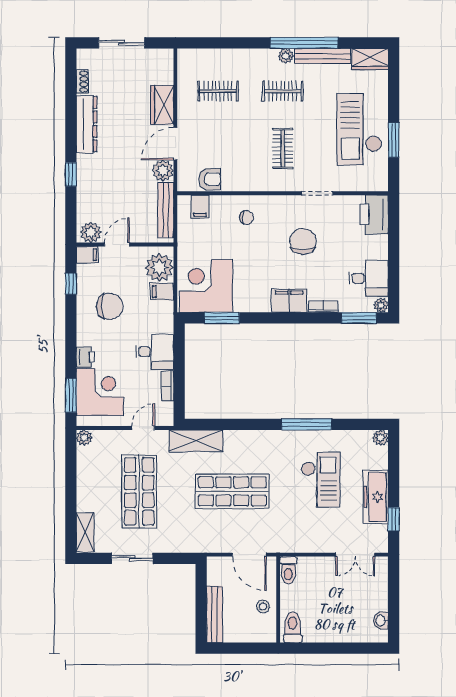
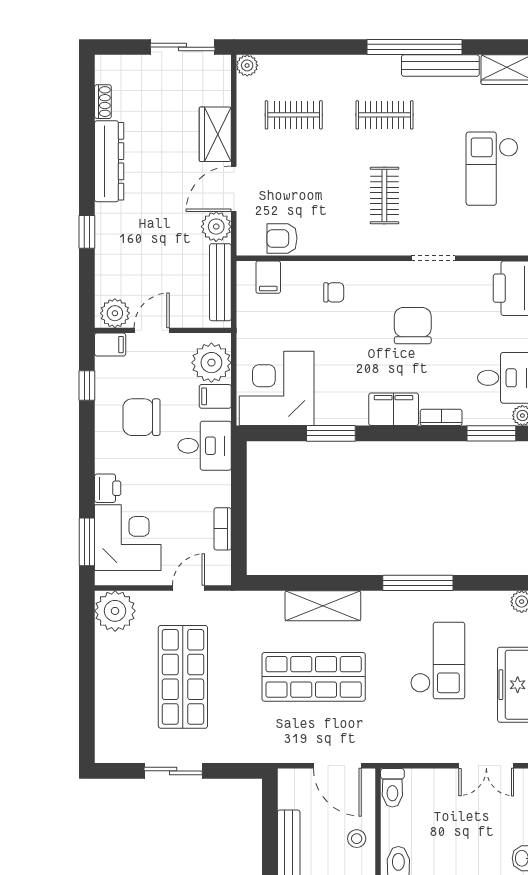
sliding door: (122, 43) -> (183, 47), moved
plant: (286, 56) -> (247, 65), moved
checkout: (359, 129) -> (492, 169), width x0.73, depth x0.83
armchair: (210, 179) -> (282, 238), turned 180
chair: (110, 306) -> (141, 417), turned 180
window: (222, 318) -> (331, 433), moved
desk: (155, 352) -> (205, 446), moved
plant: (84, 438) -> (115, 611), width x1.88, depth x1.88
shelving: (196, 441) -> (323, 606), moved
shelving: (85, 532) -> (107, 734), removed

